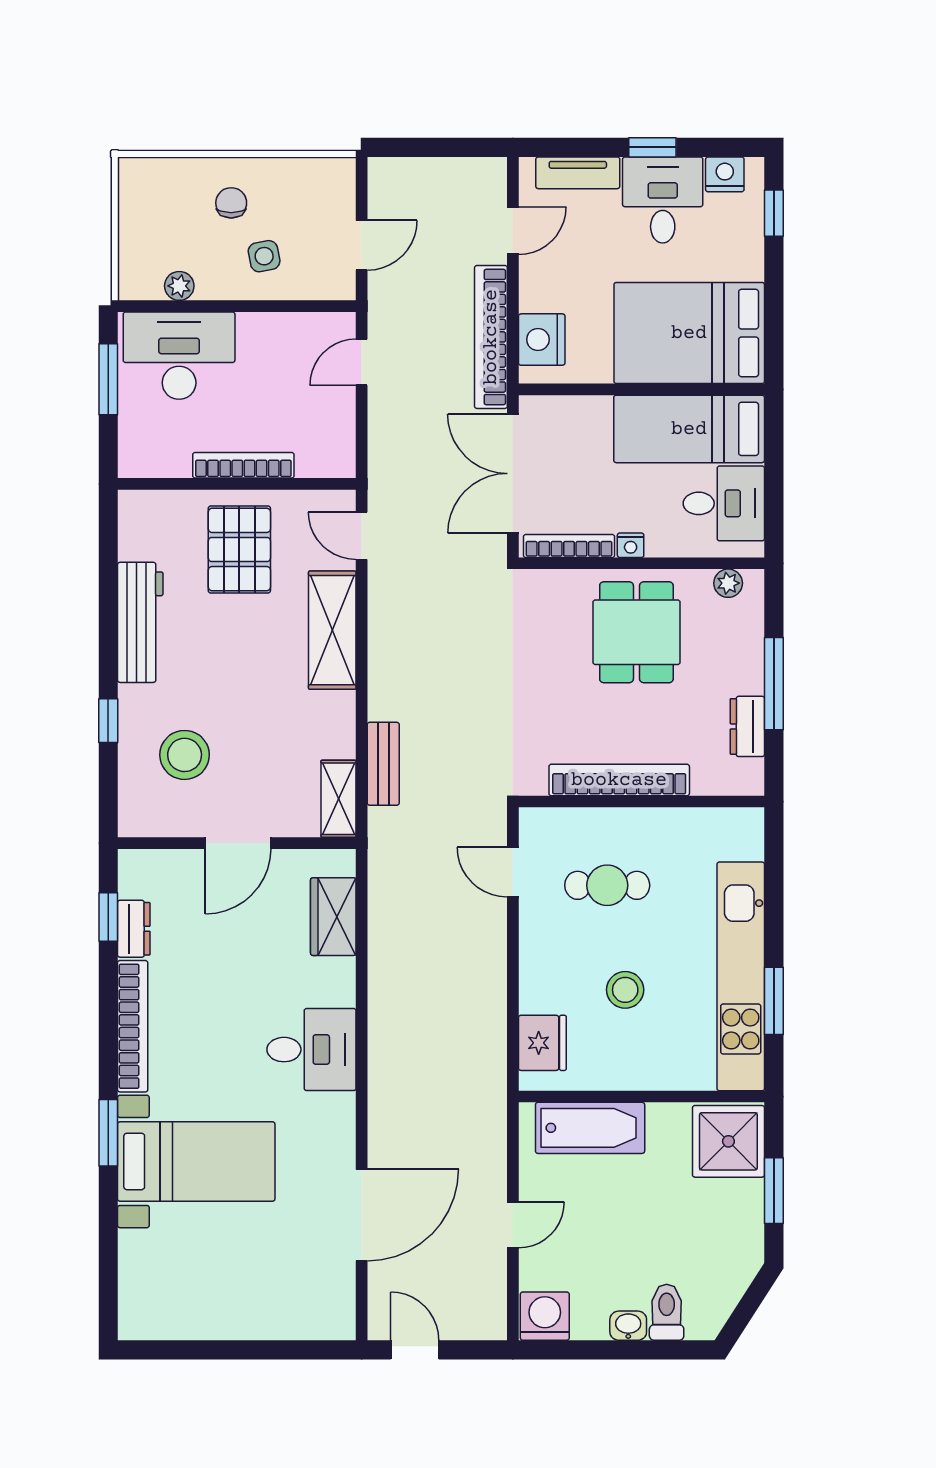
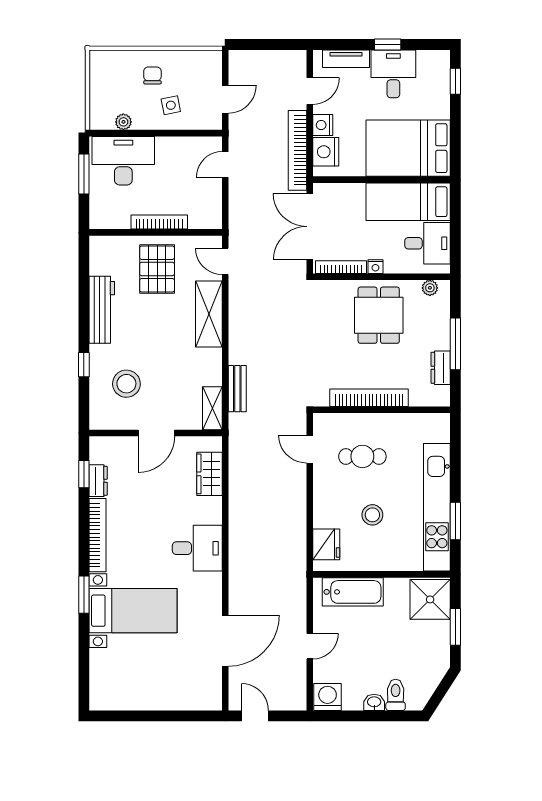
nightstand: (725, 174) -> (323, 125), moved, turned -90

